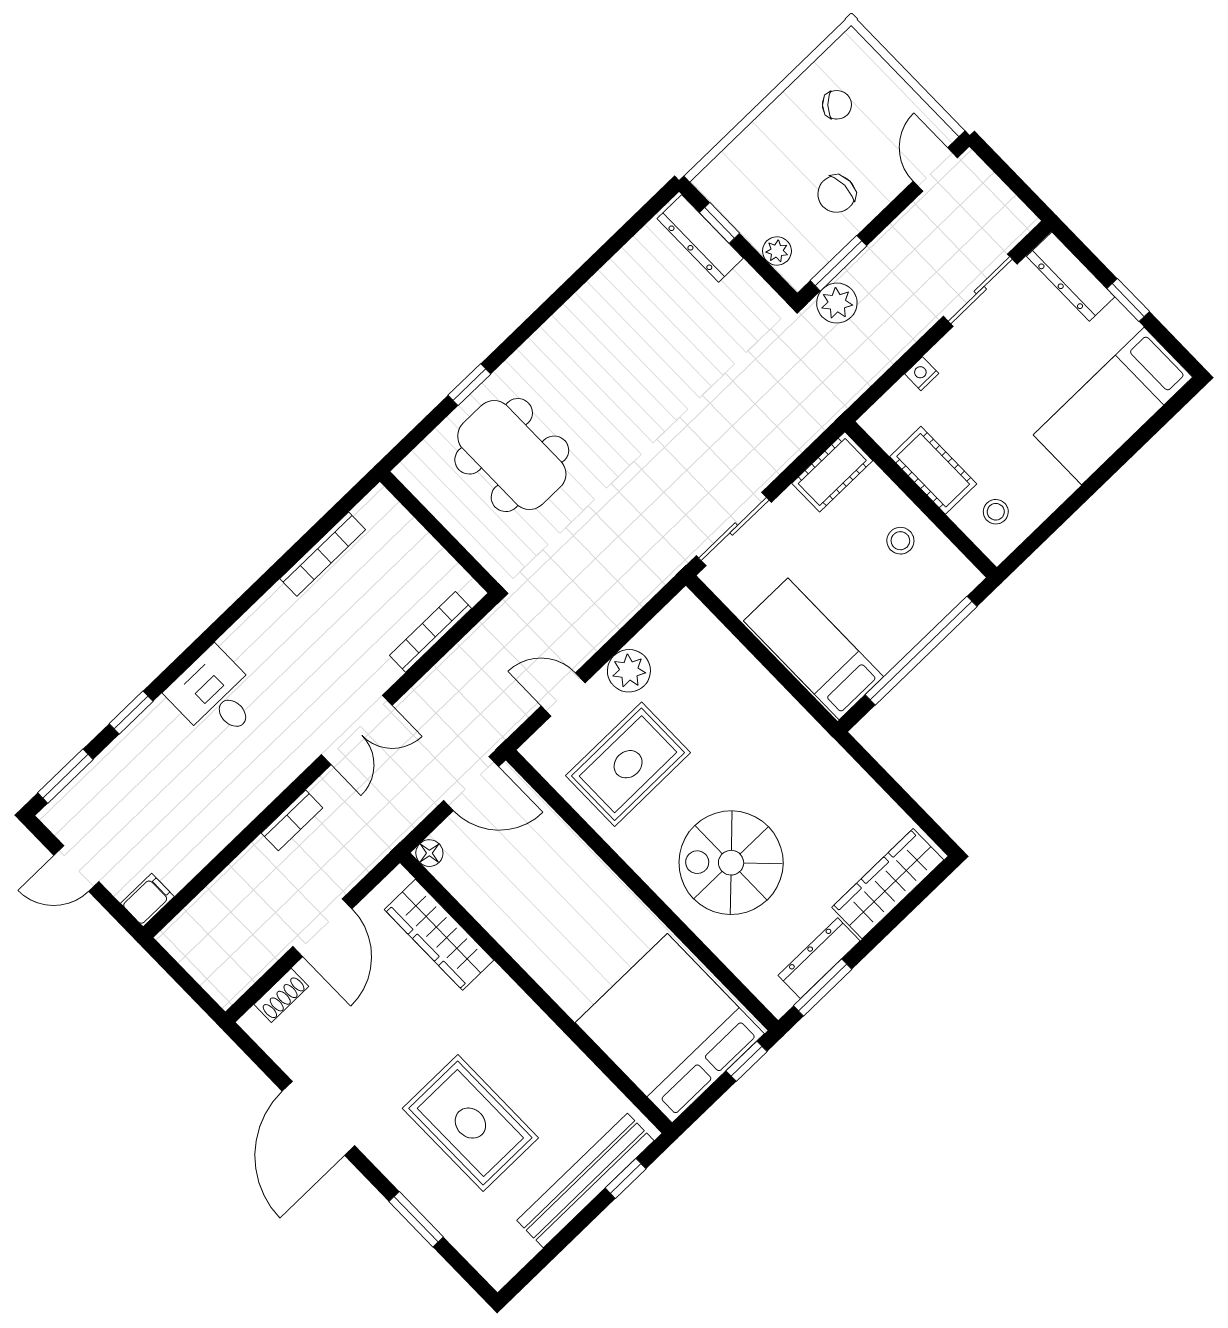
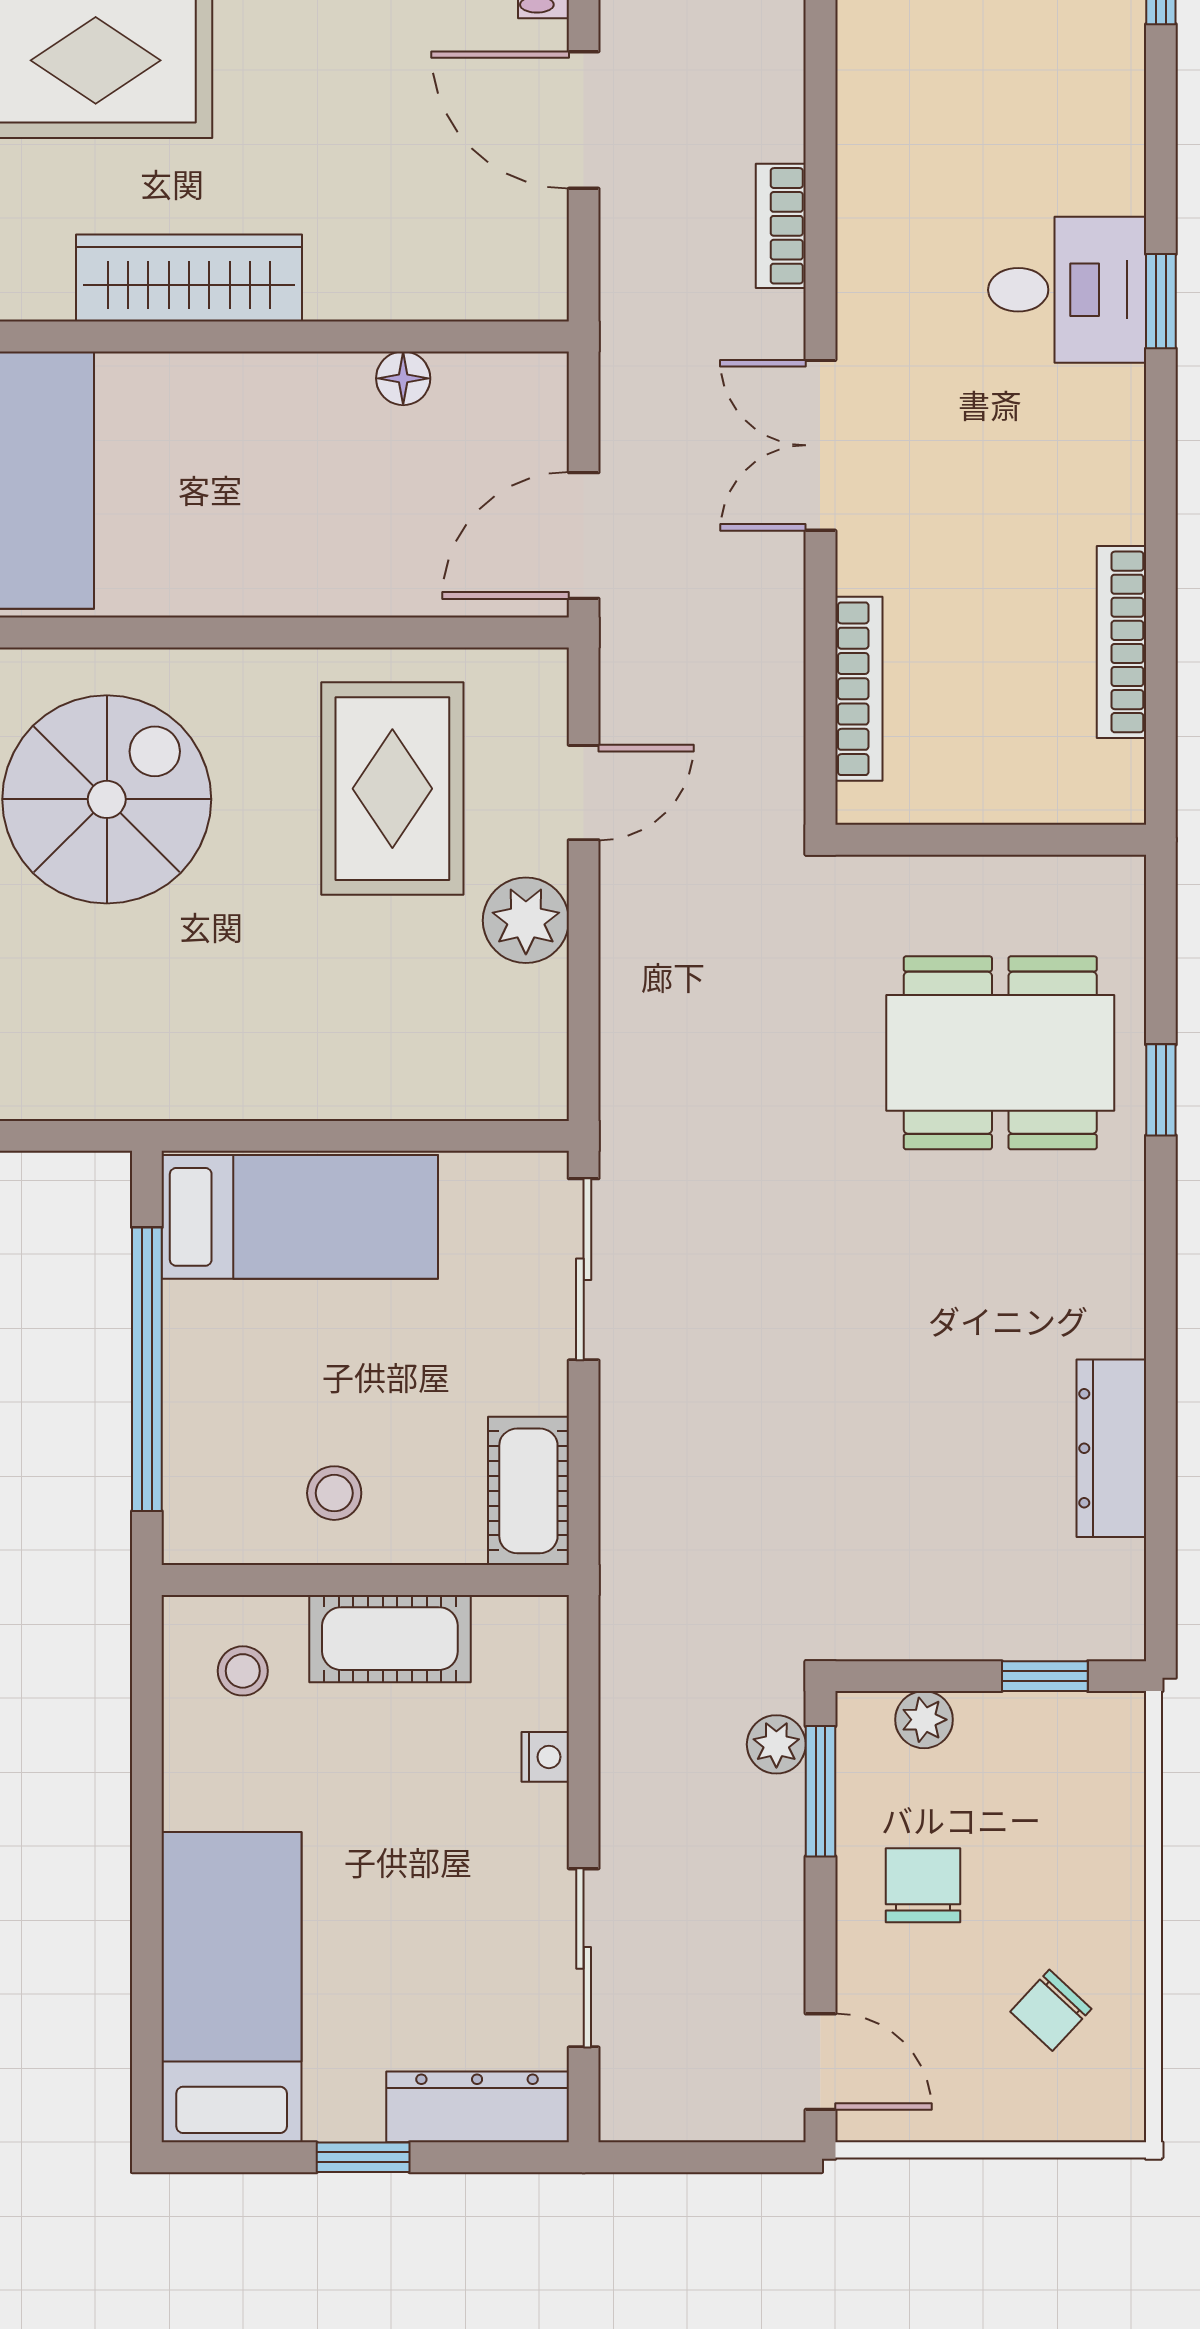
dresser: (700, 238) -> (1111, 1448), moved, turned -90
plant: (837, 303) -> (776, 1744), width x0.73, depth x0.73
window: (131, 712) -> (1161, 301), moved
floor lamp: (429, 853) -> (403, 378), moved
wardrobe: (439, 935) -> (189, 278), moved

